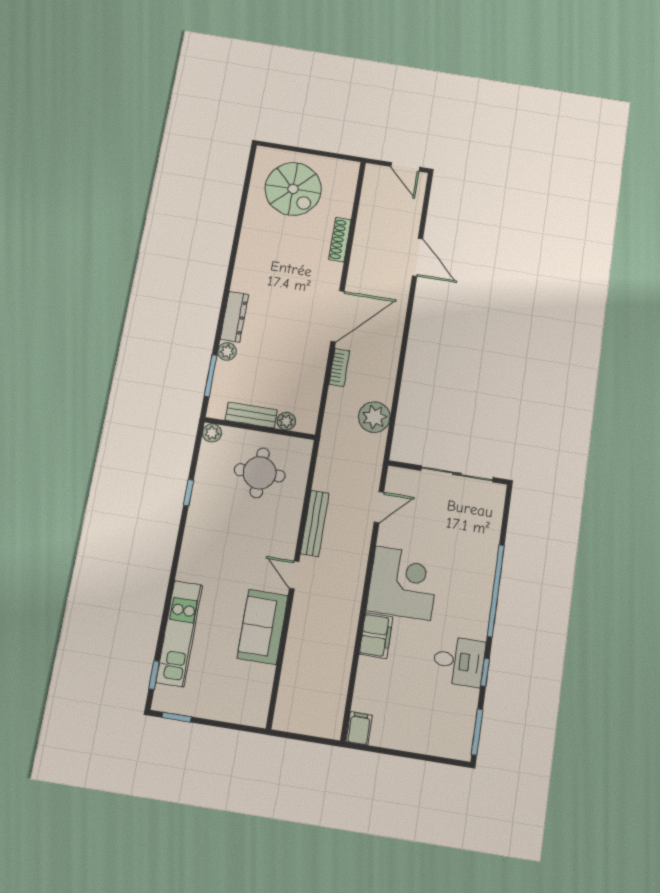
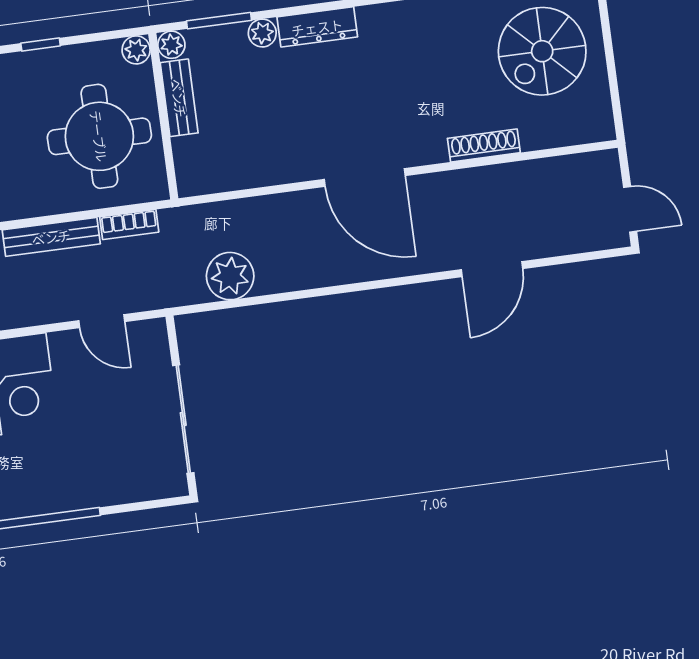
door: (405, 167) -> (630, 209), swing flipped
bookcase: (339, 367) -> (129, 225), moved
plant: (286, 421) -> (171, 45), moved
round table: (260, 473) -> (99, 136), width x1.36, depth x1.36

